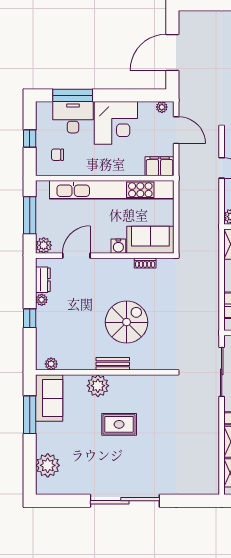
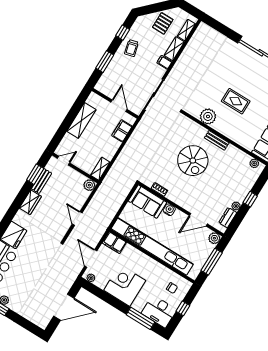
desk: (73, 117) -> (159, 311), moved
spiral stairs: (127, 322) -> (193, 161), turned -90
plant: (98, 386) -> (208, 116), moved

